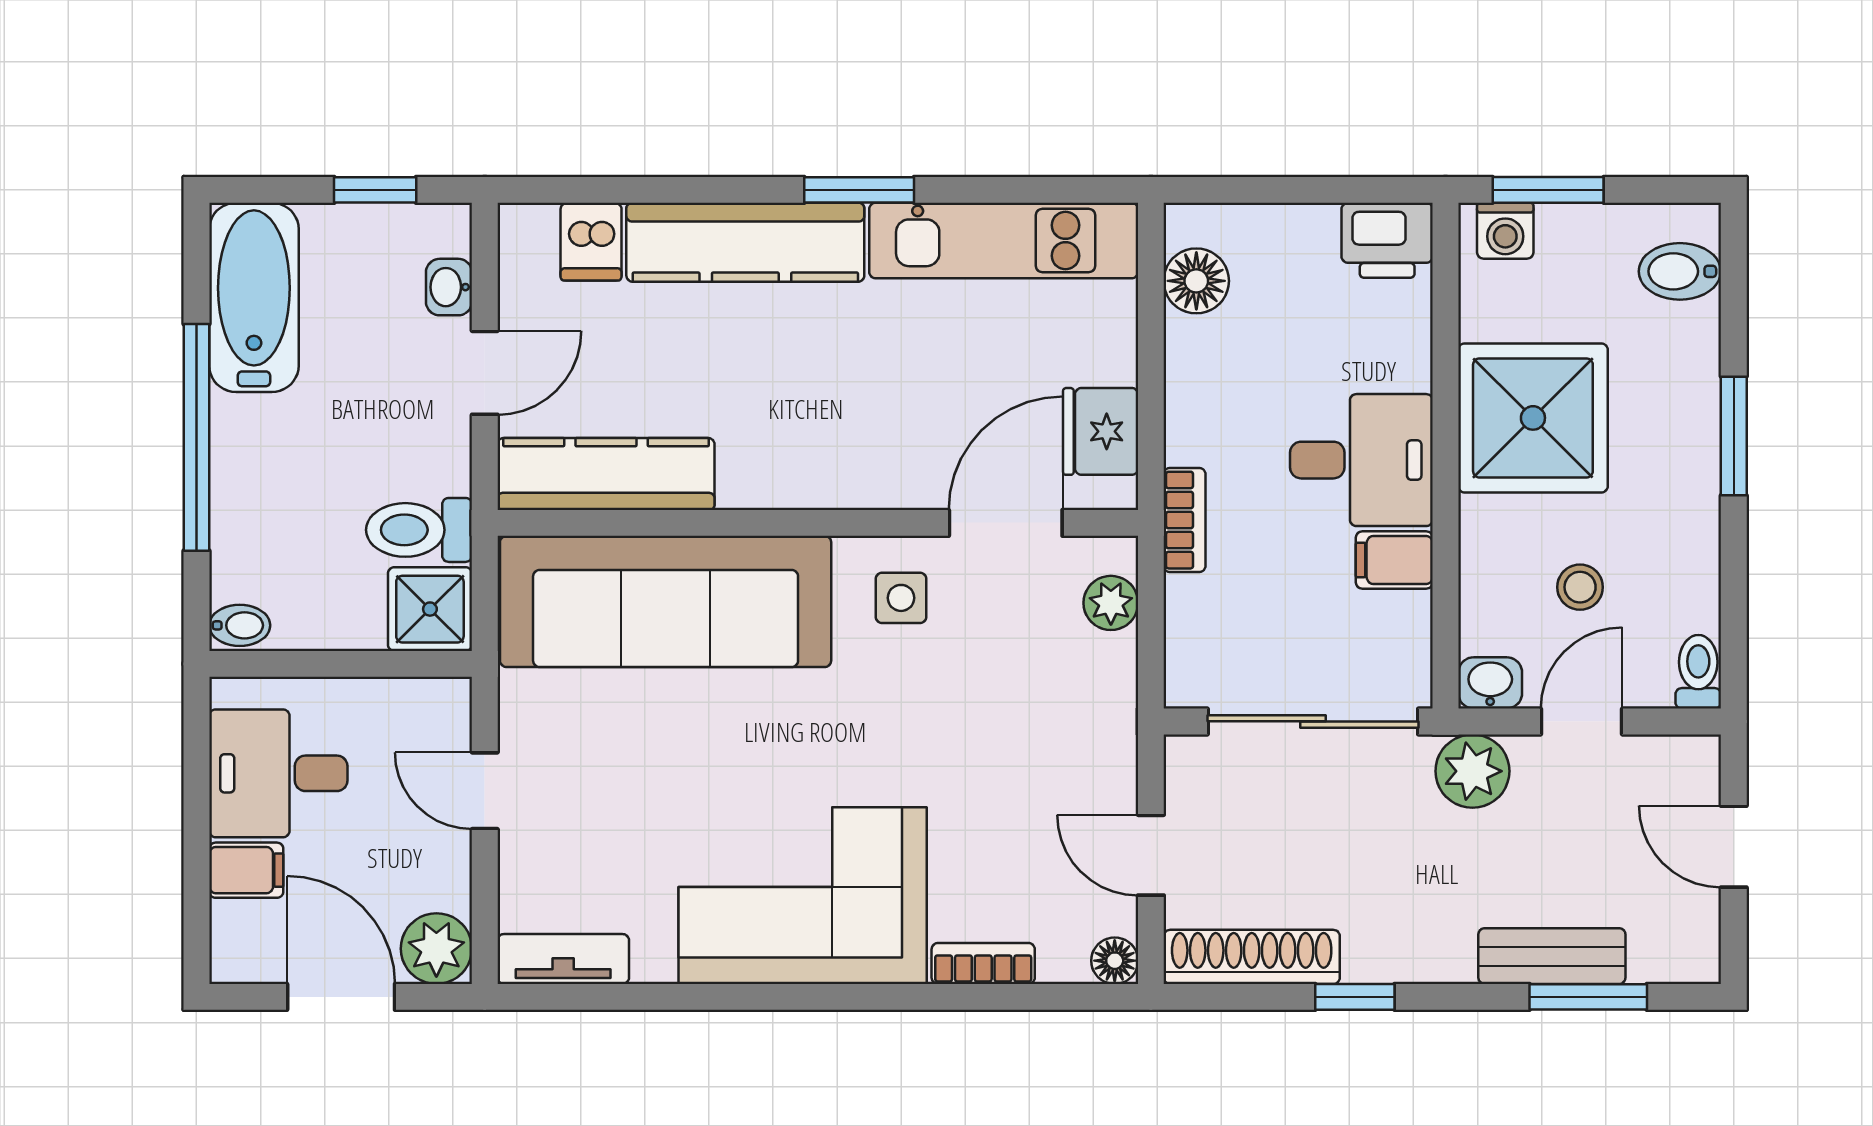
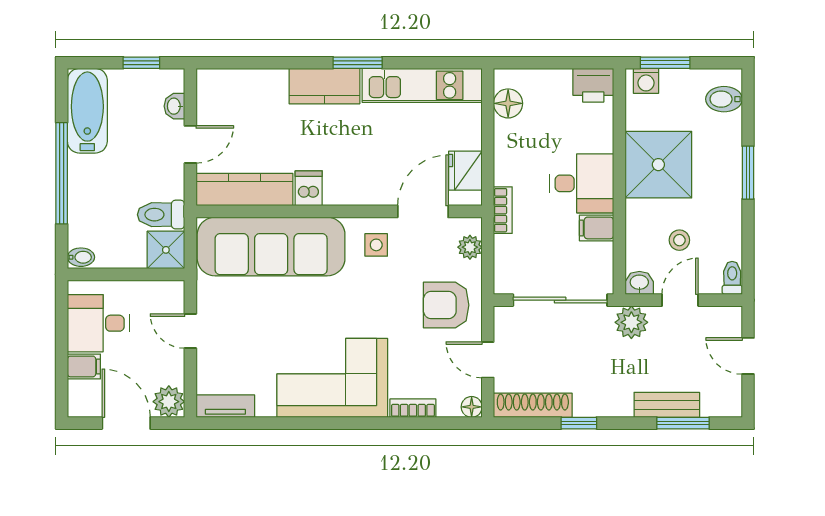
dishwasher: (591, 242) -> (309, 188), moved, turned 180
kitchen counter: (745, 242) -> (324, 86), width x0.67
armchair: (1058, 732) -> (446, 305), added

